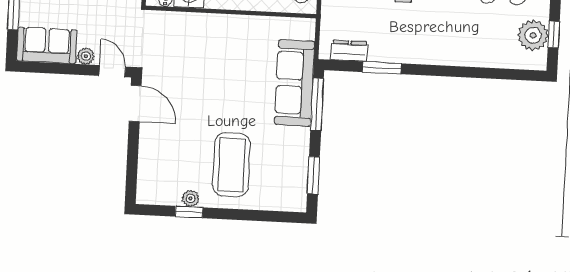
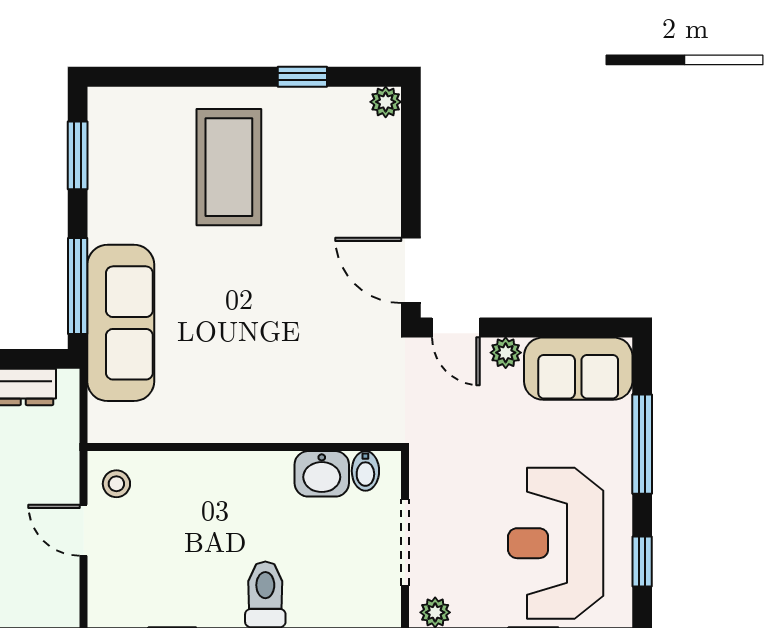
plant: (191, 198) -> (386, 102), moved

